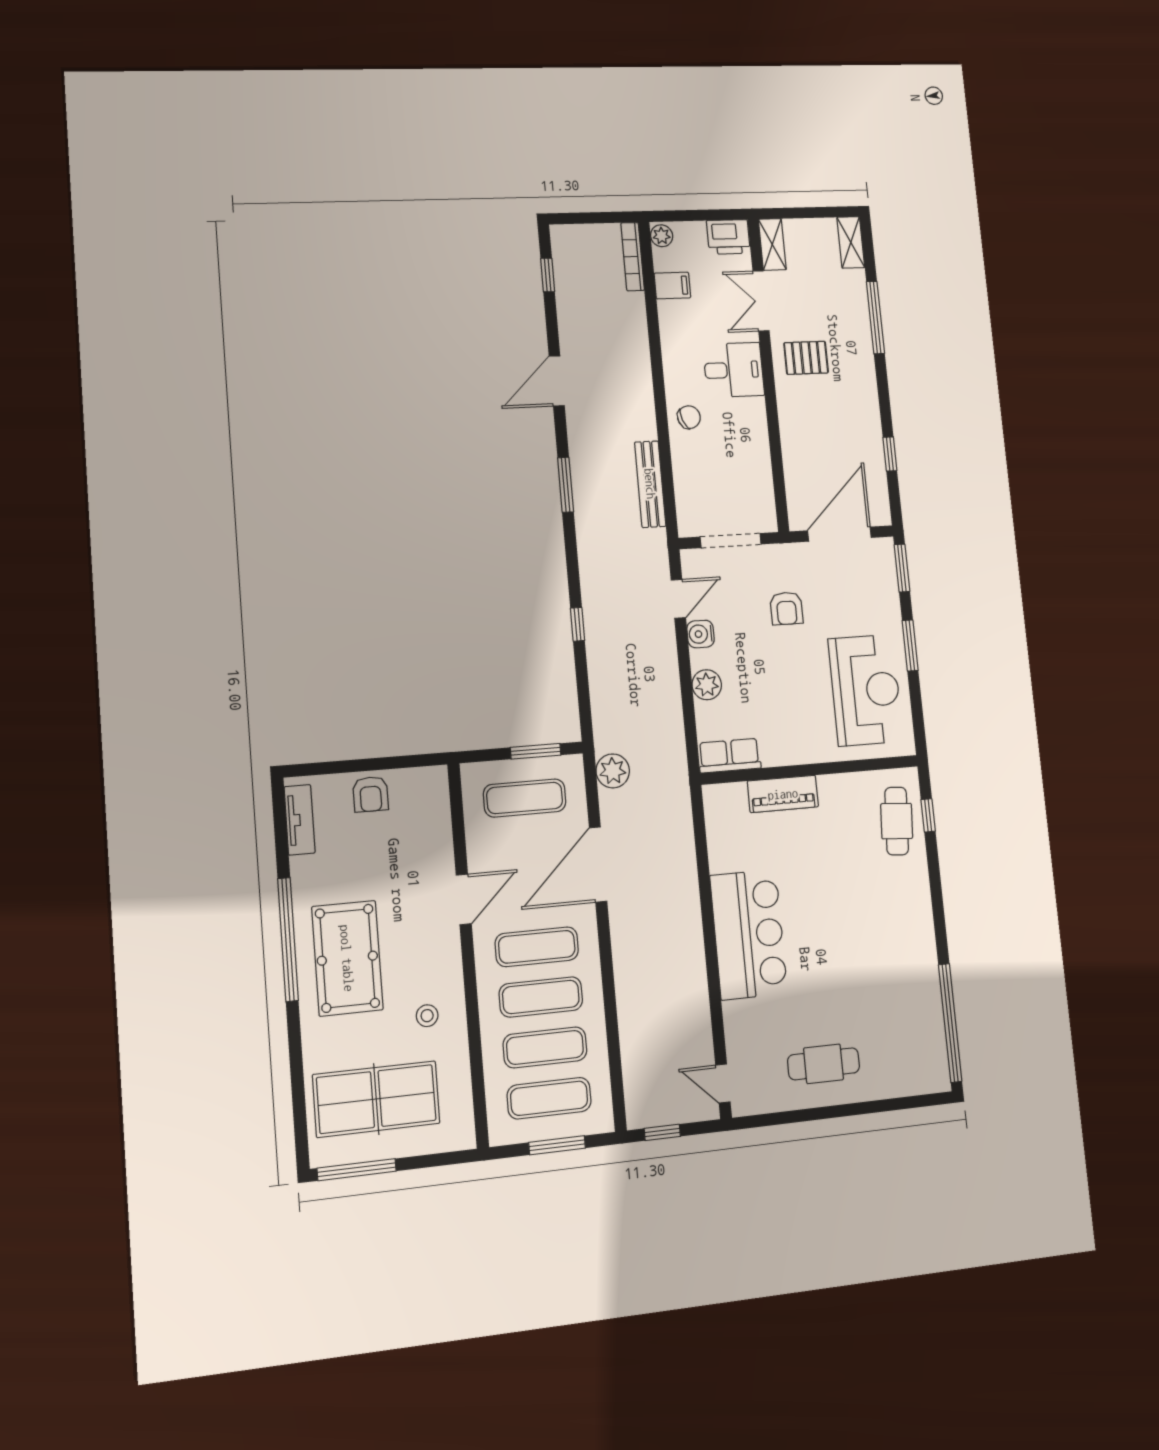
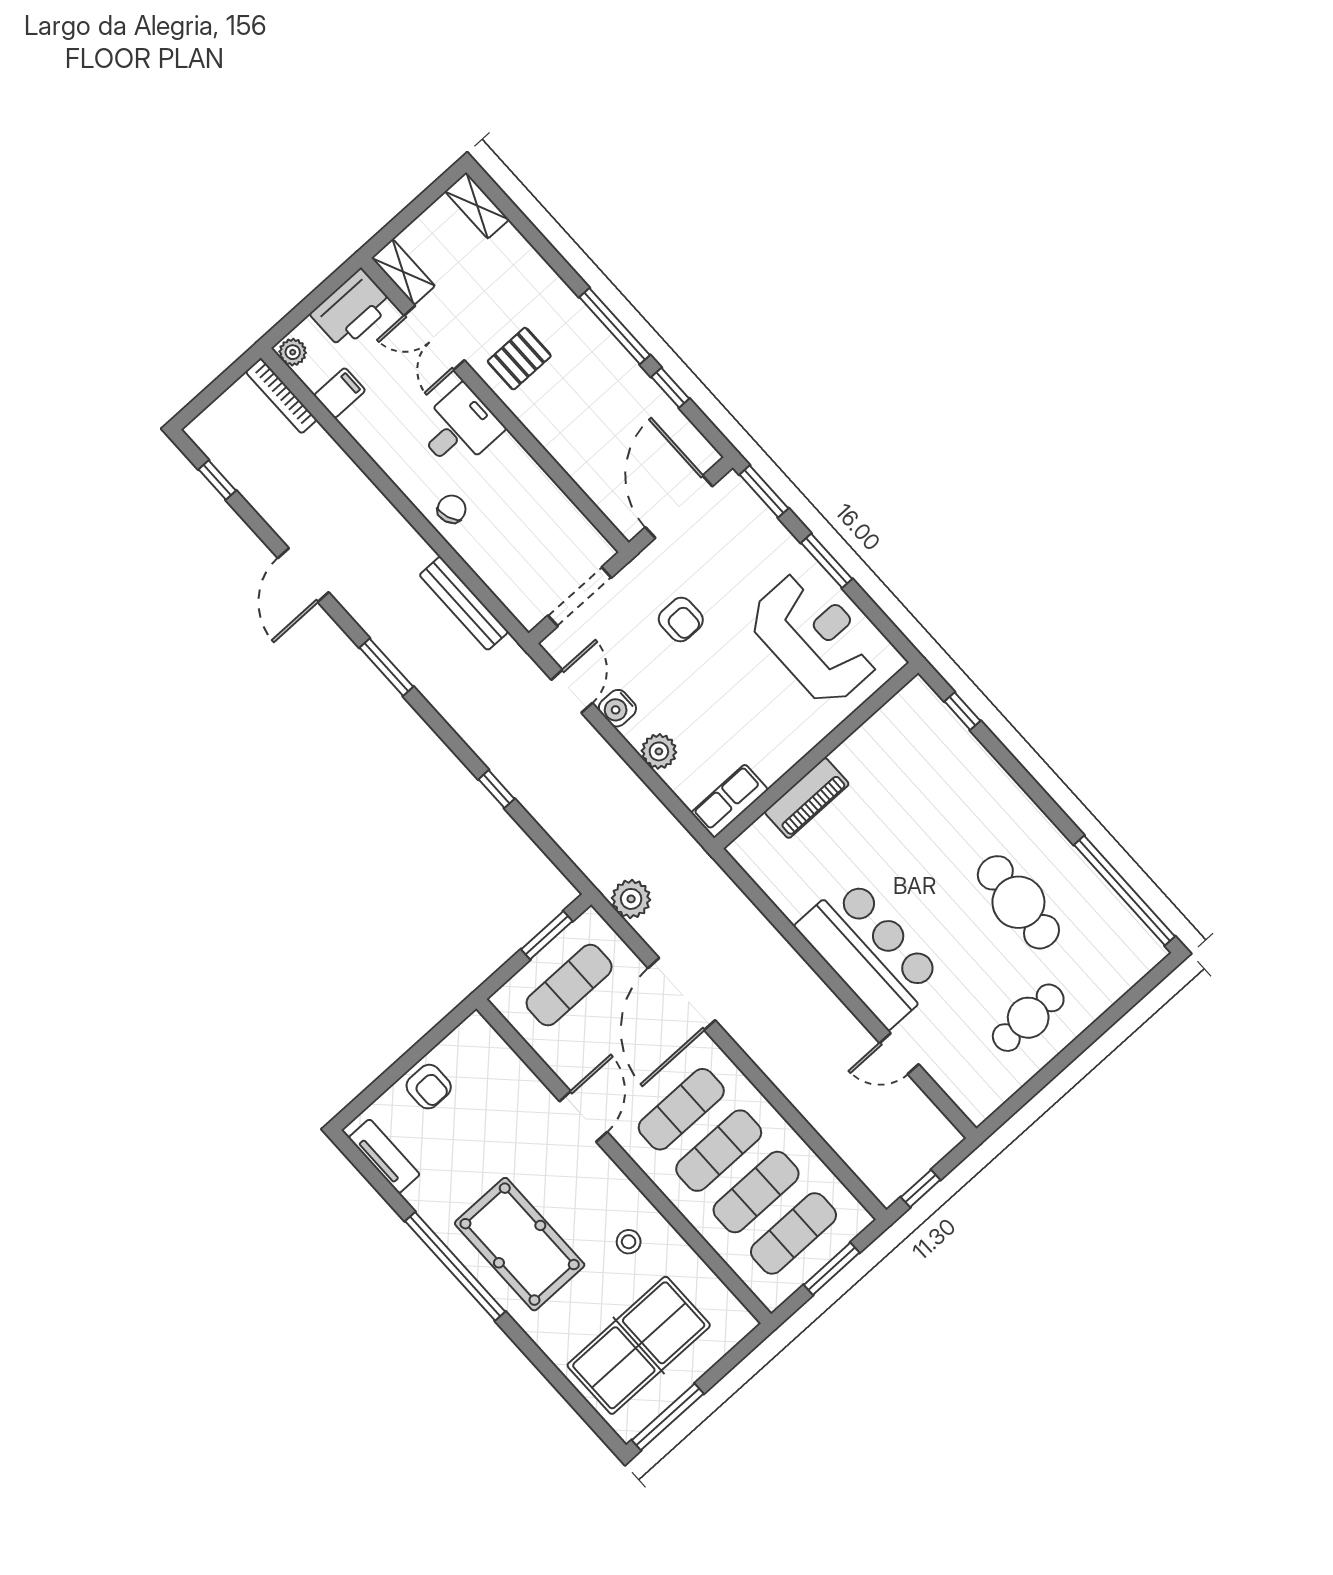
printer: (728, 237) -> (352, 309), width x1.37, depth x1.19
window: (875, 317) -> (615, 326), moved
cafe table: (897, 821) -> (1018, 902), moved, width x1.37, depth x1.35
door: (723, 1083) -> (899, 1054), moved

